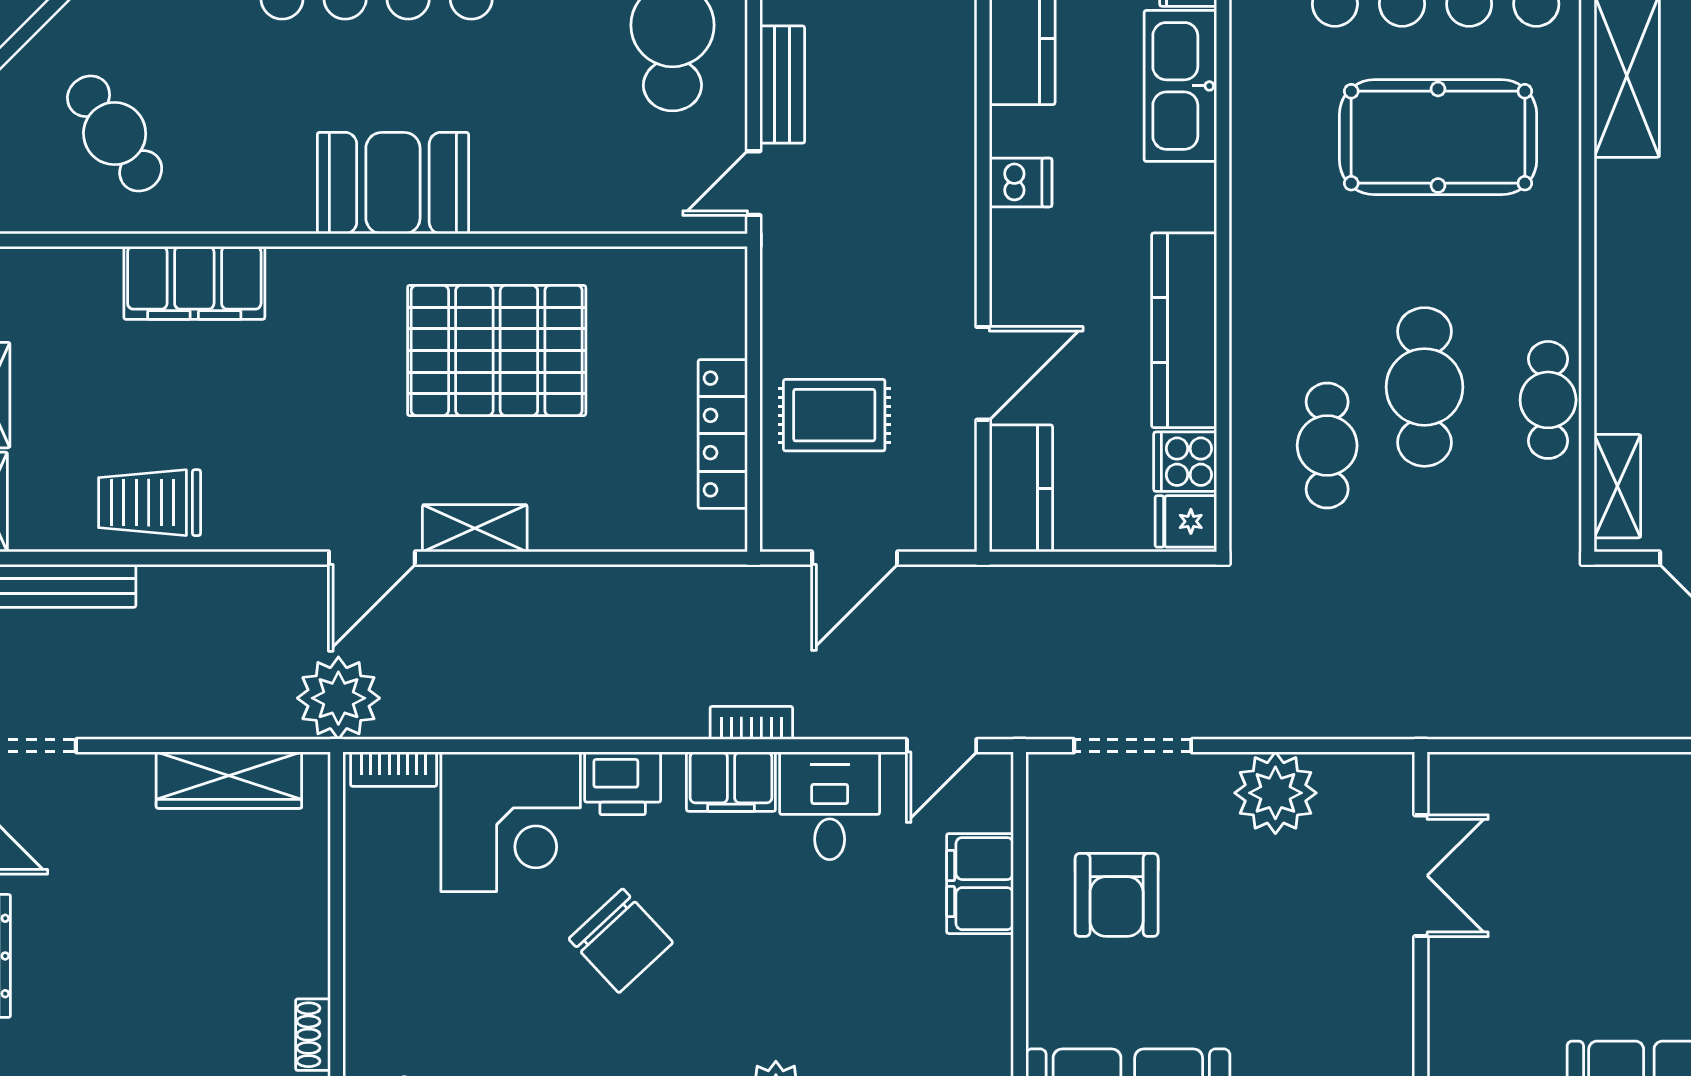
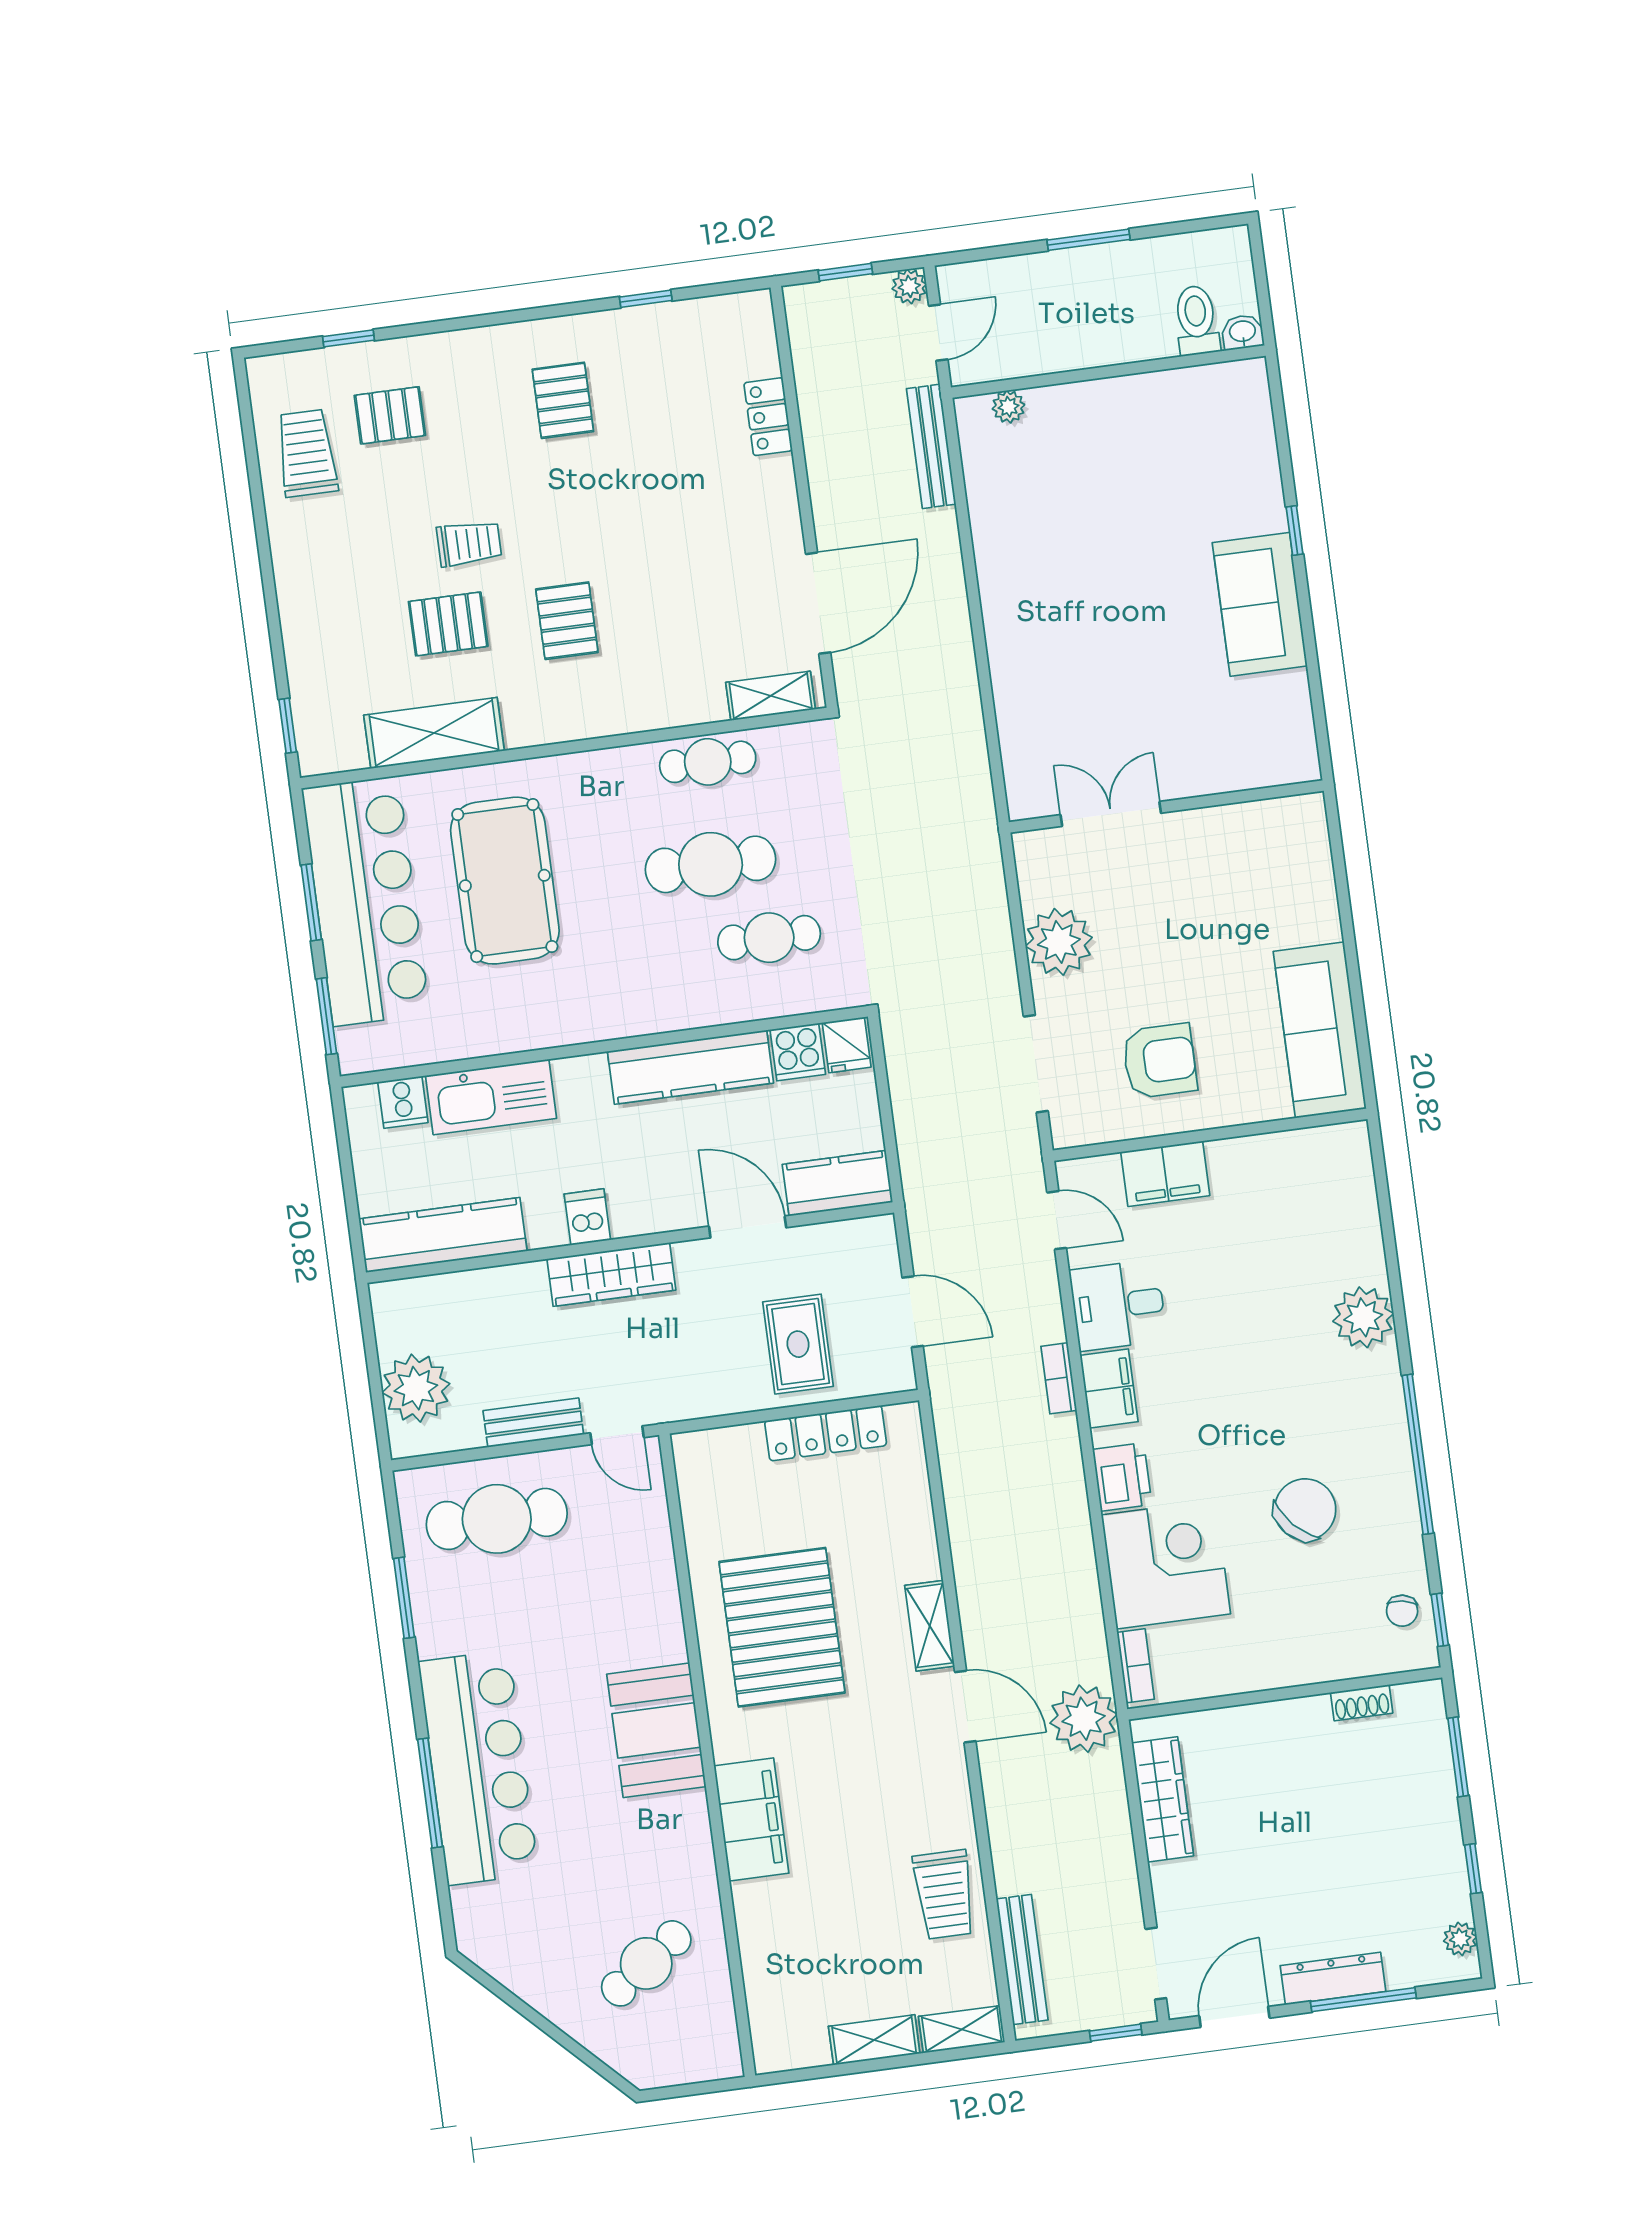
wardrobe: (948, 202) -> (611, 1274), added
filing cabinet: (194, 283) -> (751, 1820), moved
chair: (621, 941) -> (1305, 1509), moved

